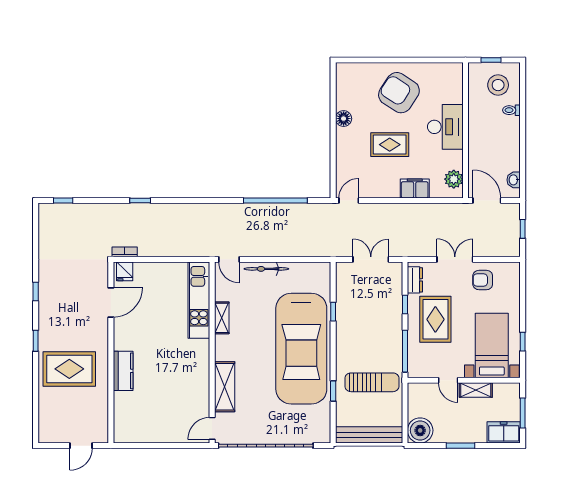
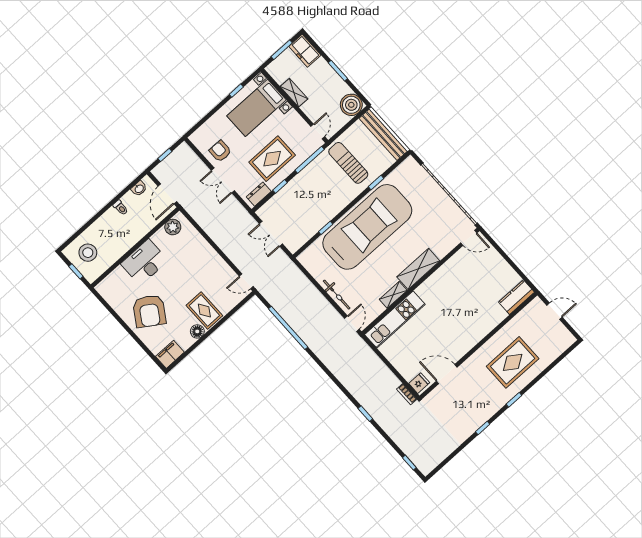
toilet: (511, 110) -> (121, 208), moved
rug: (390, 145) -> (204, 311), moved
filing cabinet: (415, 188) -> (170, 354), moved, turned 90
armchair: (483, 280) -> (220, 151), turned 180
rug: (69, 369) -> (513, 362), turned 90
kitchen counter: (123, 371) -> (516, 297), moved
door: (448, 380) -> (318, 132), moved
shelving: (225, 387) -> (418, 269), moved

